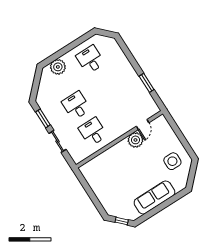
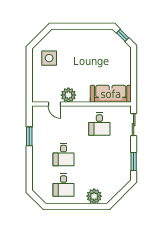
desk: (76, 106) -> (63, 155), moved
door: (143, 124) -> (54, 104), swing flipped
sliding door: (58, 141) -> (134, 125), moved
sofa: (154, 197) -> (111, 94), moved, turned 180

